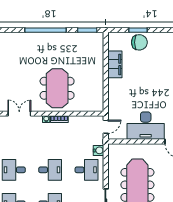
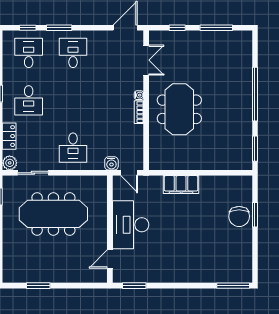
filing cabinet: (115, 64) -> (181, 185), moved
meeting table: (57, 88) -> (179, 109), turned 90
water cooler: (99, 150) -> (111, 163), moved
desk: (50, 170) -> (73, 100), removed

